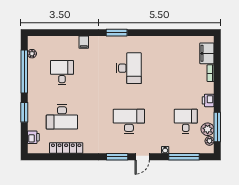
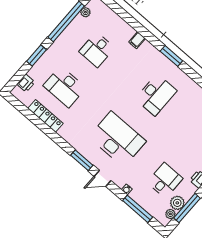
desk: (62, 73) -> (97, 50), turned 180
desk: (129, 121) -> (117, 139), width x1.36, depth x1.30

